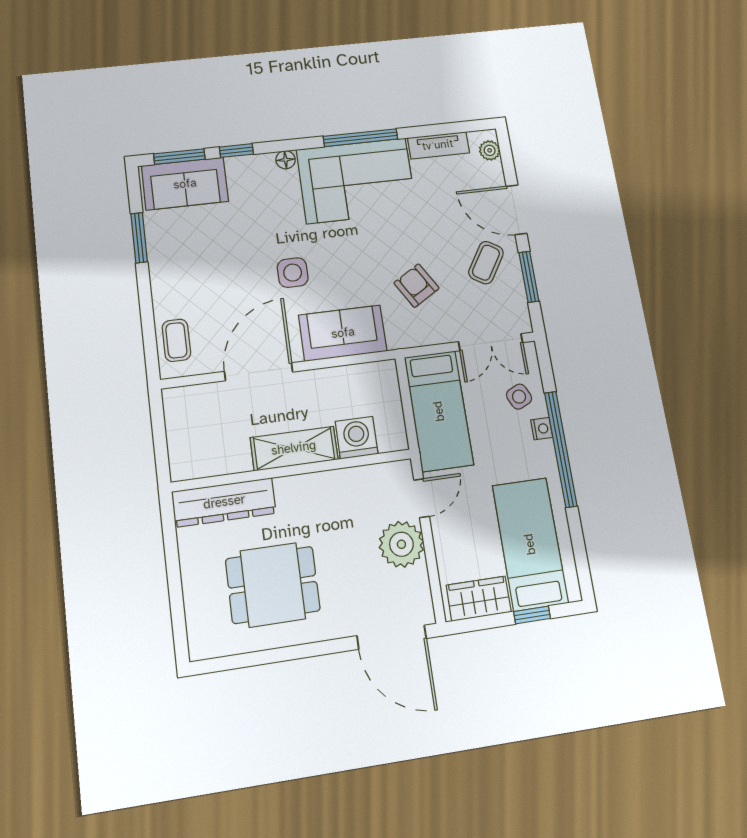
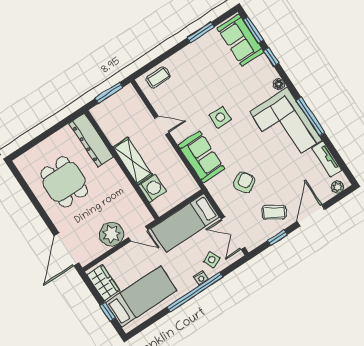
window: (529, 277) -> (277, 238), width x0.67
door: (259, 372) -> (162, 125), width x0.53
window: (159, 433) -> (109, 93), added

